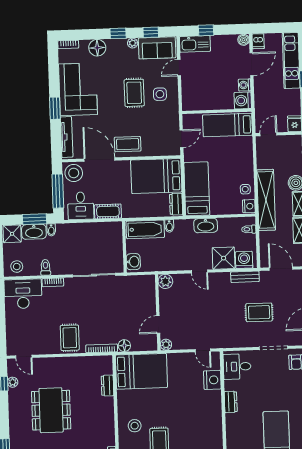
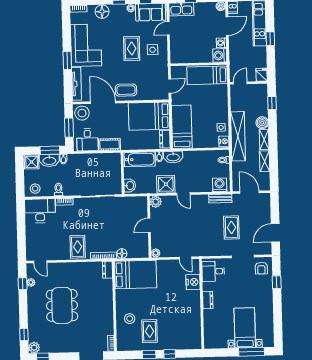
window: (58, 191) -> (69, 128), width x0.69
washbasin: (206, 225) -> (173, 157), moved
shower: (224, 258) -> (166, 184), moved
rug: (259, 312) -> (231, 227), turned 90
door: (158, 324) -> (149, 225), moved
dresser: (108, 386) -> (108, 270), moved

